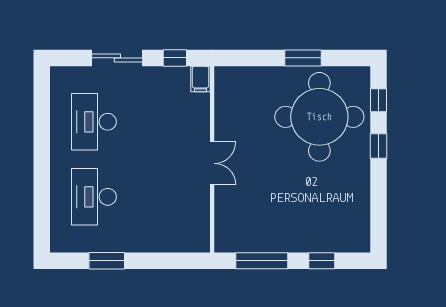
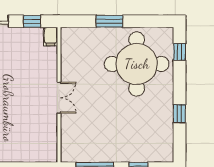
window: (303, 58) -> (109, 21), moved
window: (378, 146) -> (179, 114), moved

